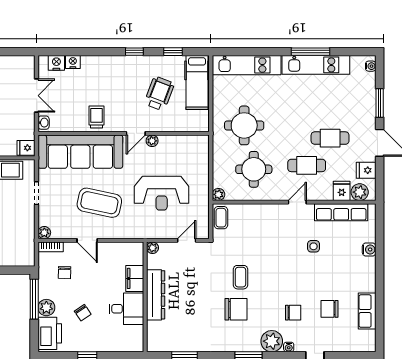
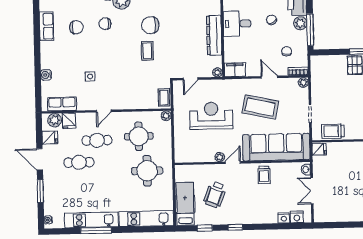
row of seats: (341, 212) -> (62, 104), width x0.68
filing cabinet: (135, 278) -> (235, 70), moved, turned -90

